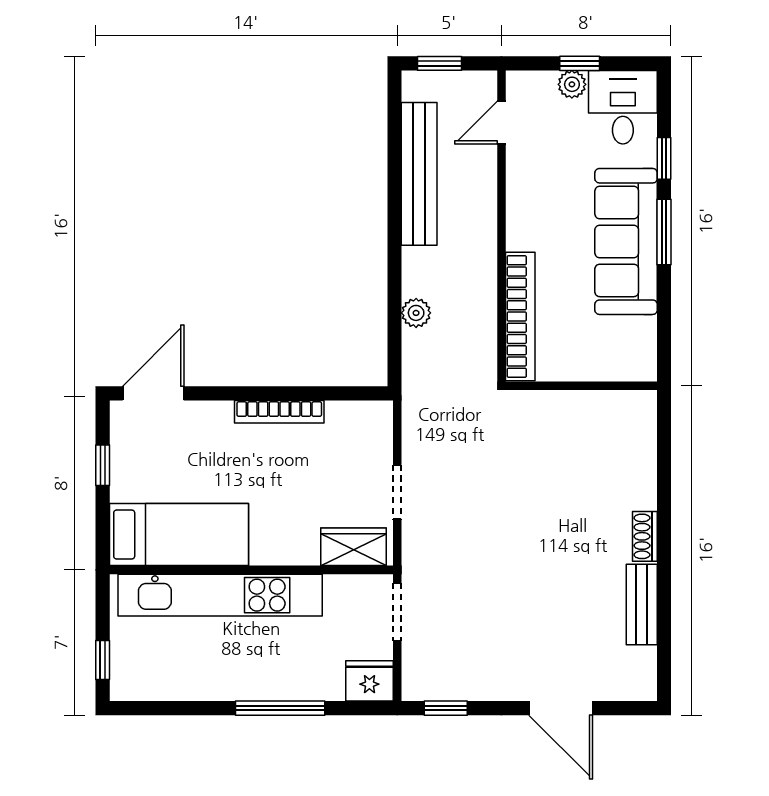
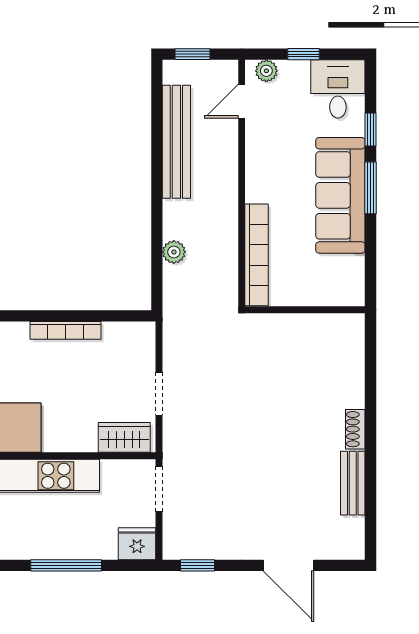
plant: (572, 84) -> (266, 71), moved

